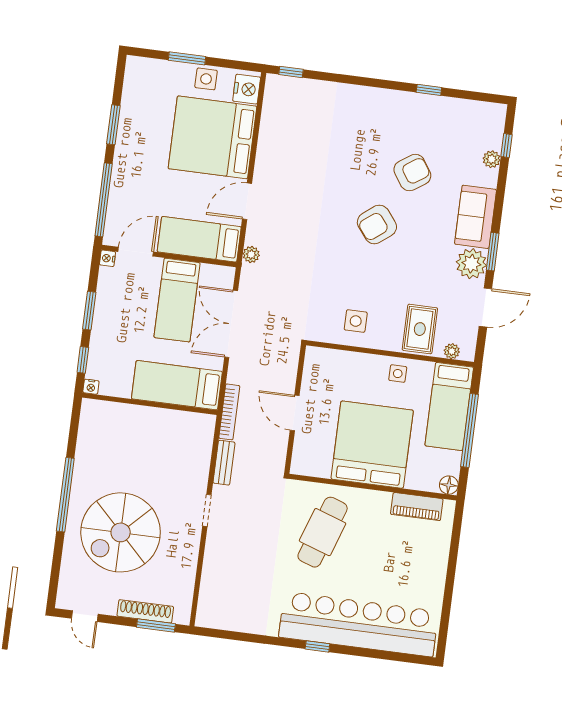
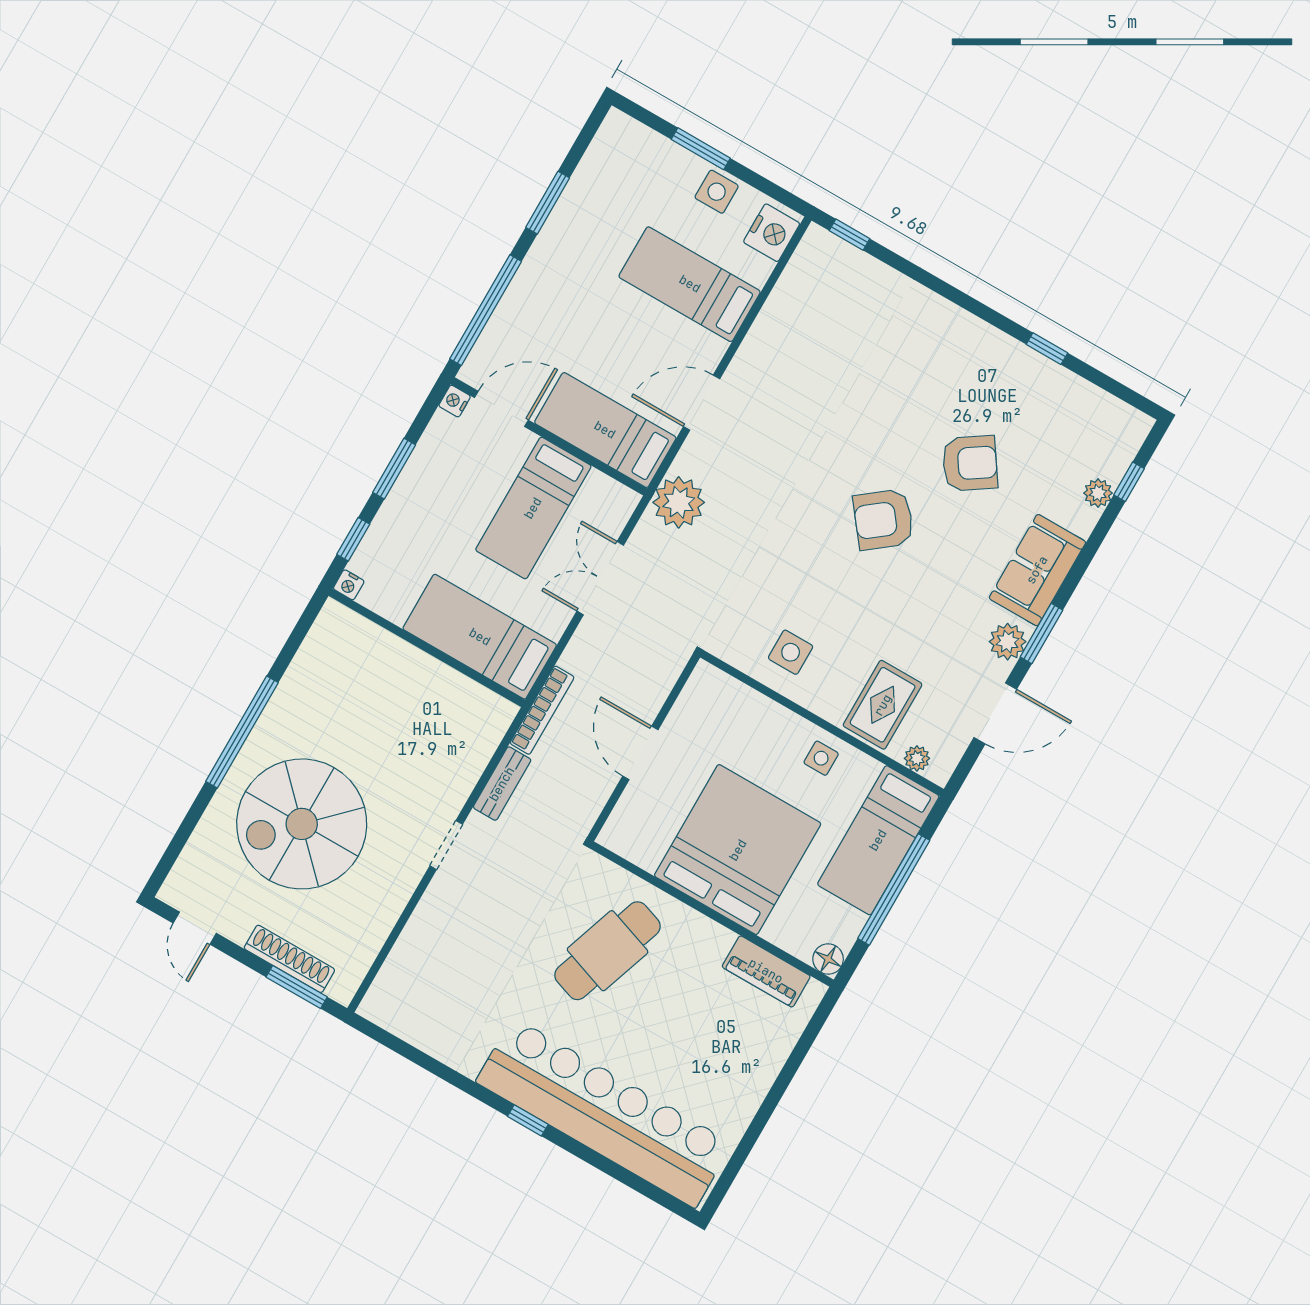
bed: (212, 137) -> (690, 284), width x0.49
plant: (251, 255) -> (679, 502), width x1.88, depth x1.88
plant: (471, 264) -> (1008, 642), width x0.73, depth x0.73
double door: (231, 324) -> (600, 578), width x0.73

